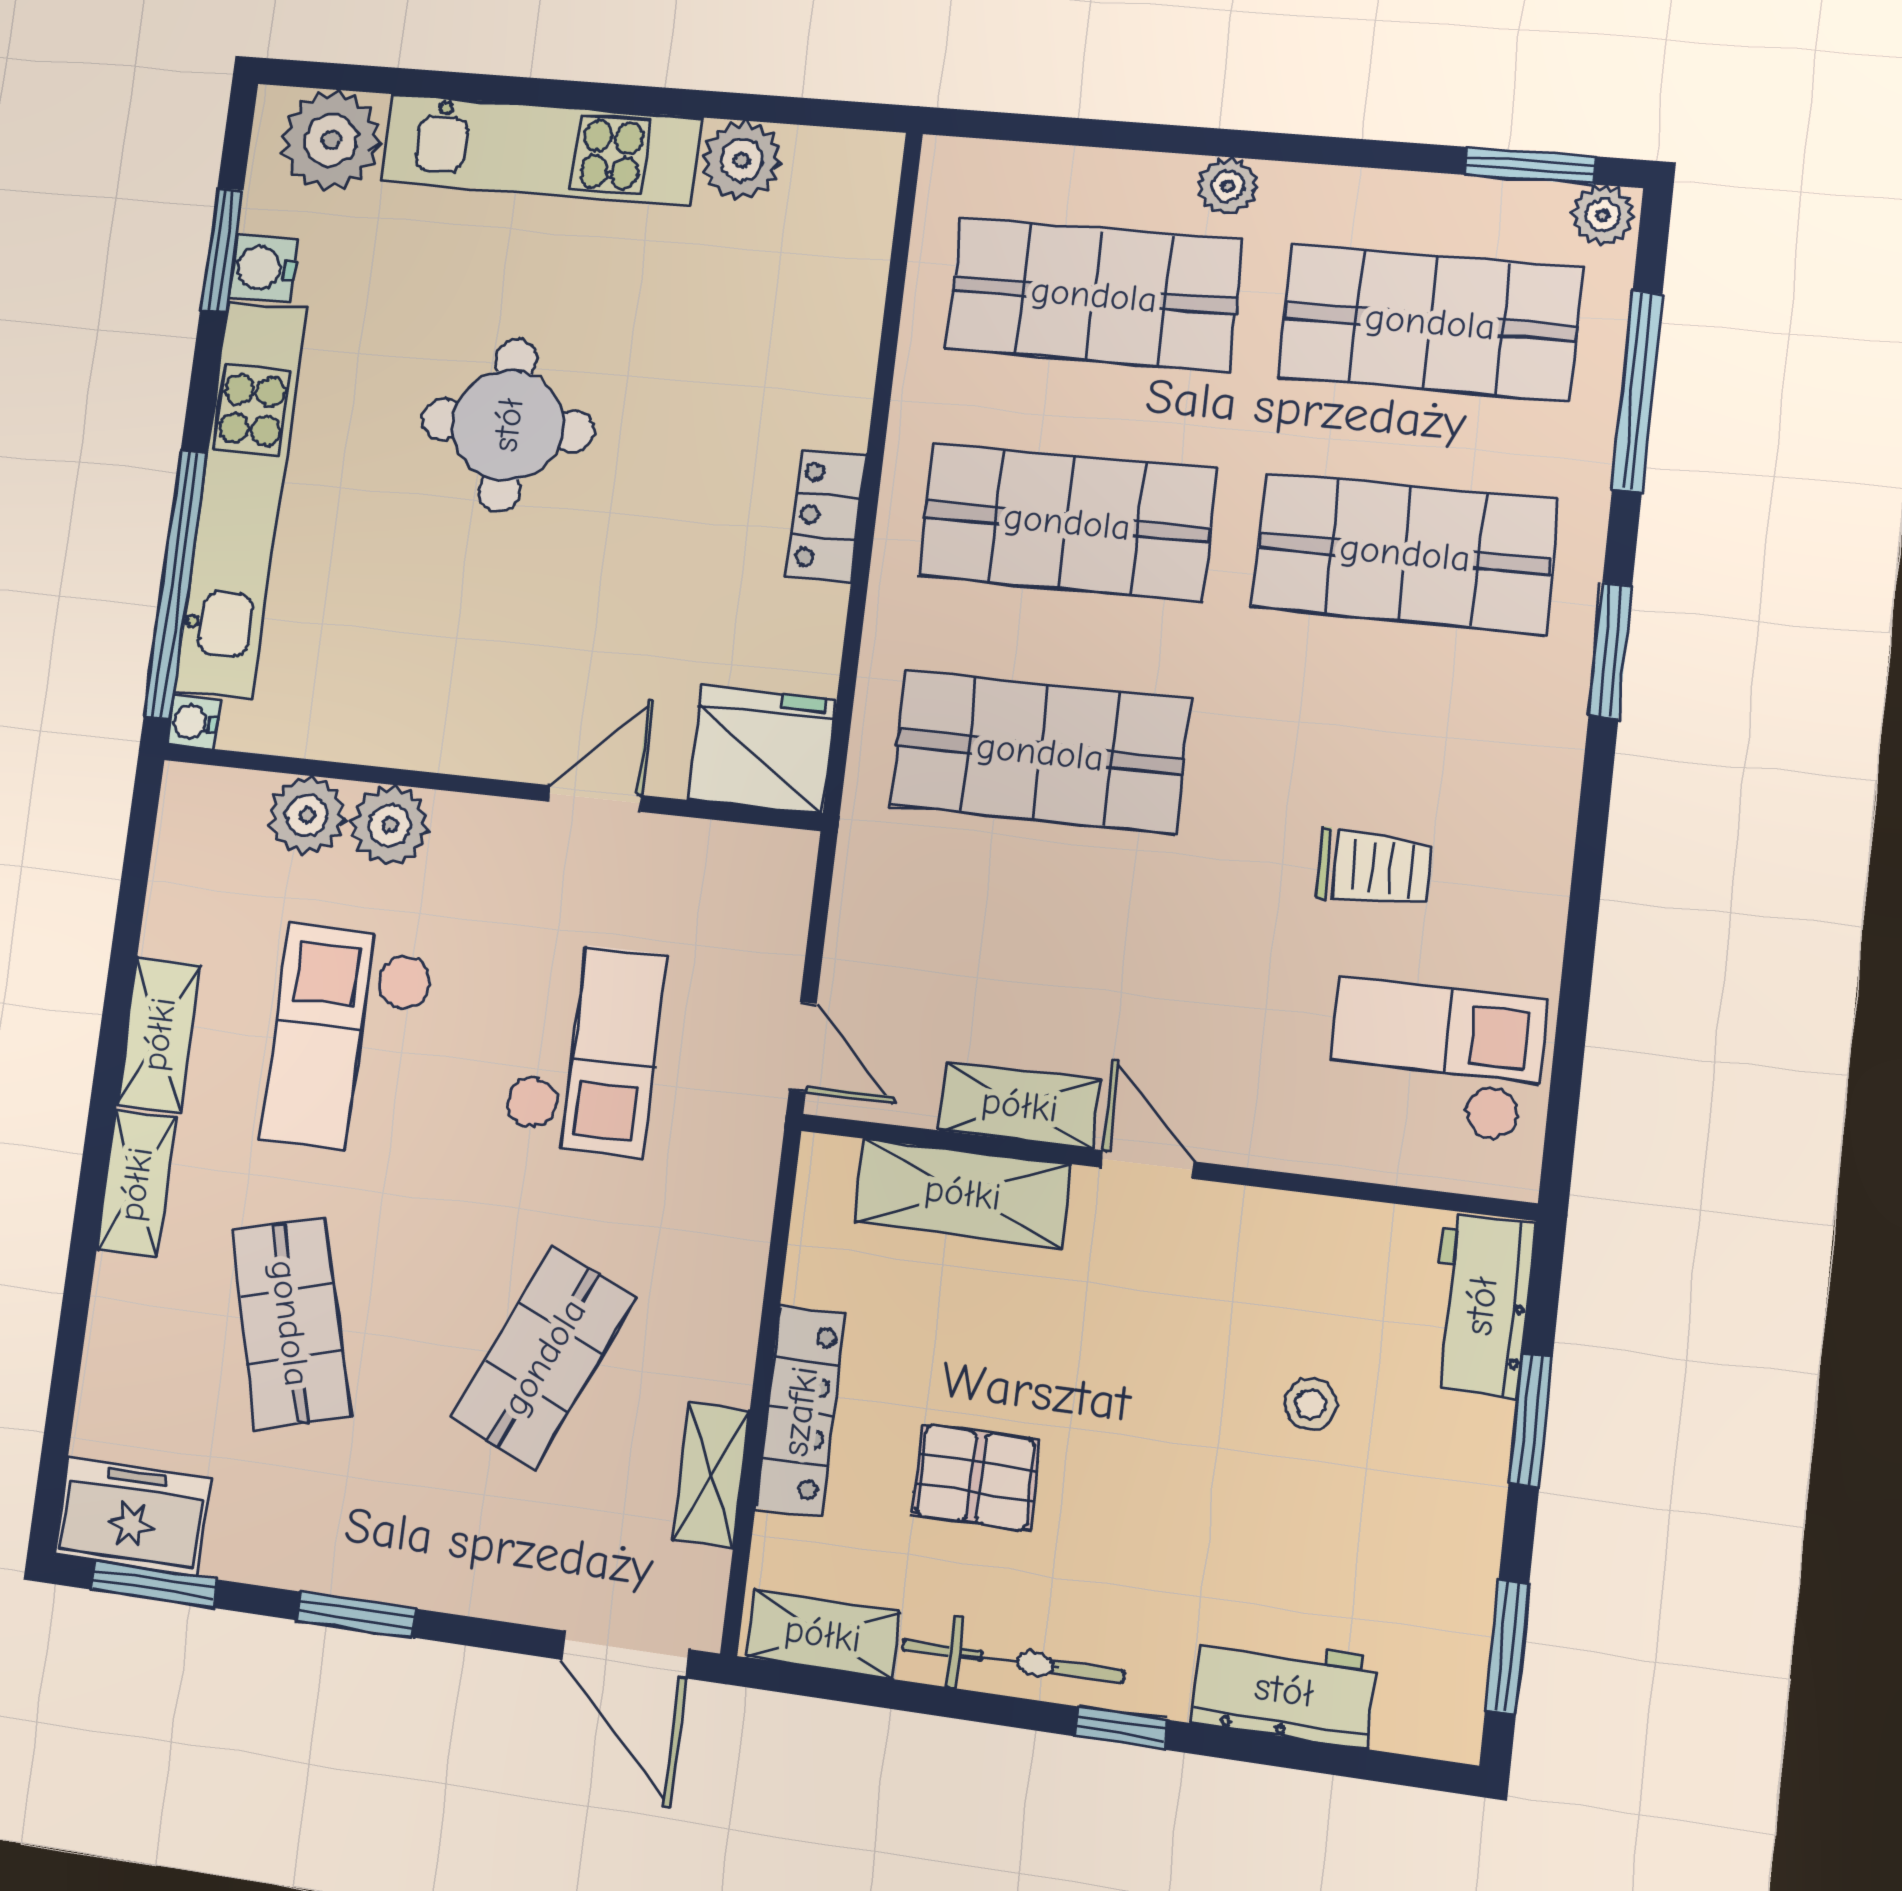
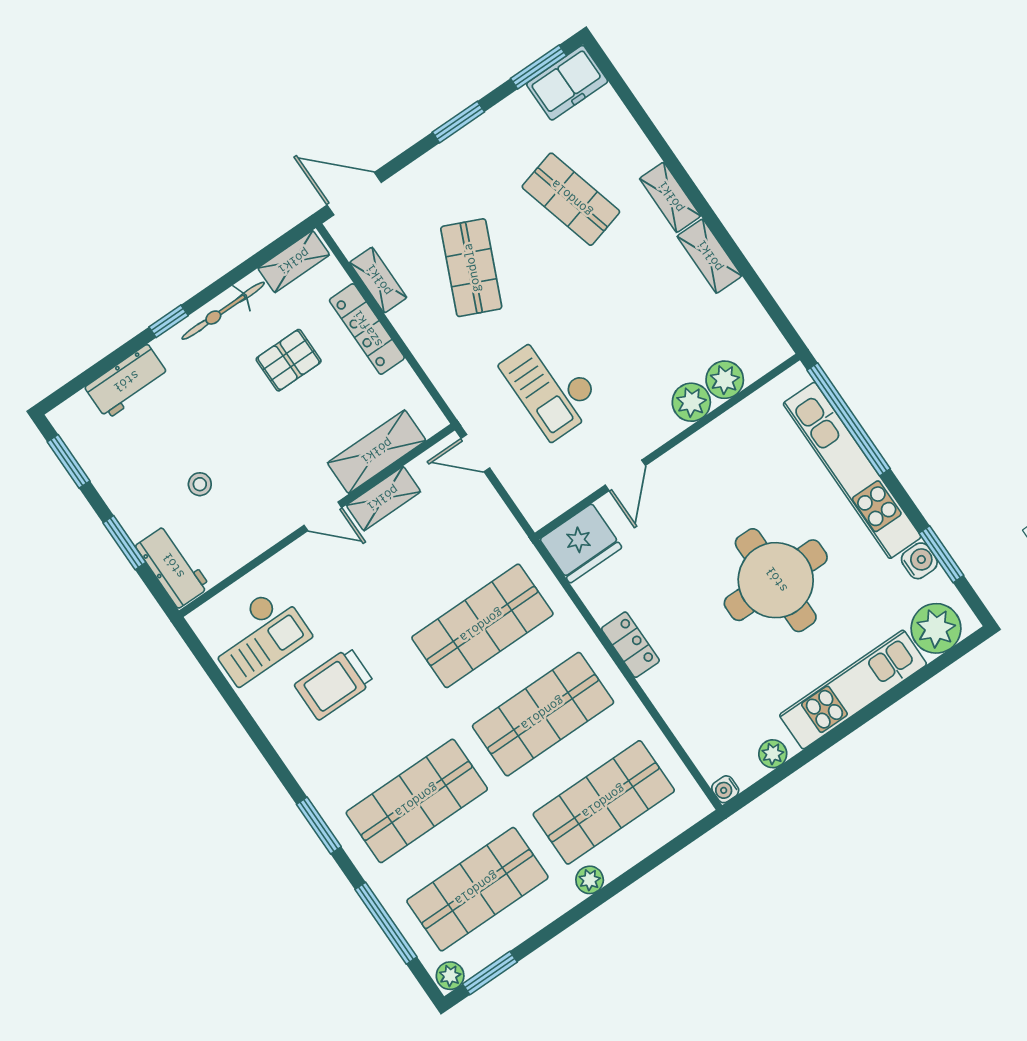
plant: (742, 160) -> (773, 754), width x0.73, depth x0.73
round table: (508, 425) -> (776, 580), width x1.36, depth x1.36
water cooler: (193, 722) -> (725, 789), moved, turned 180
trolley: (1374, 868) -> (334, 684), width x1.36, depth x1.39
checkout: (348, 1040) -> (638, 314), removed

